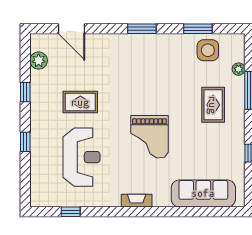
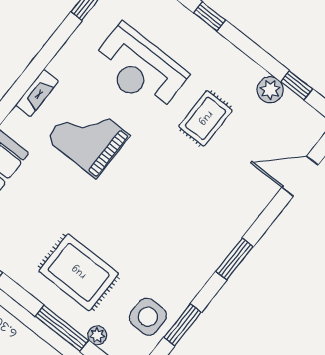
plant: (39, 61) -> (270, 90), moved
window: (25, 92) -> (297, 85), moved
rug: (213, 105) -> (79, 272), width x1.36, depth x1.43
grand piano: (149, 137) -> (88, 137), moved

